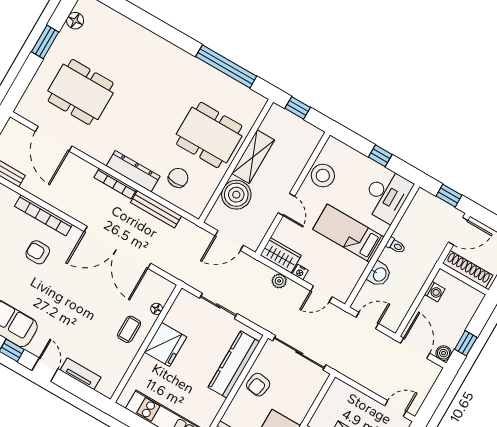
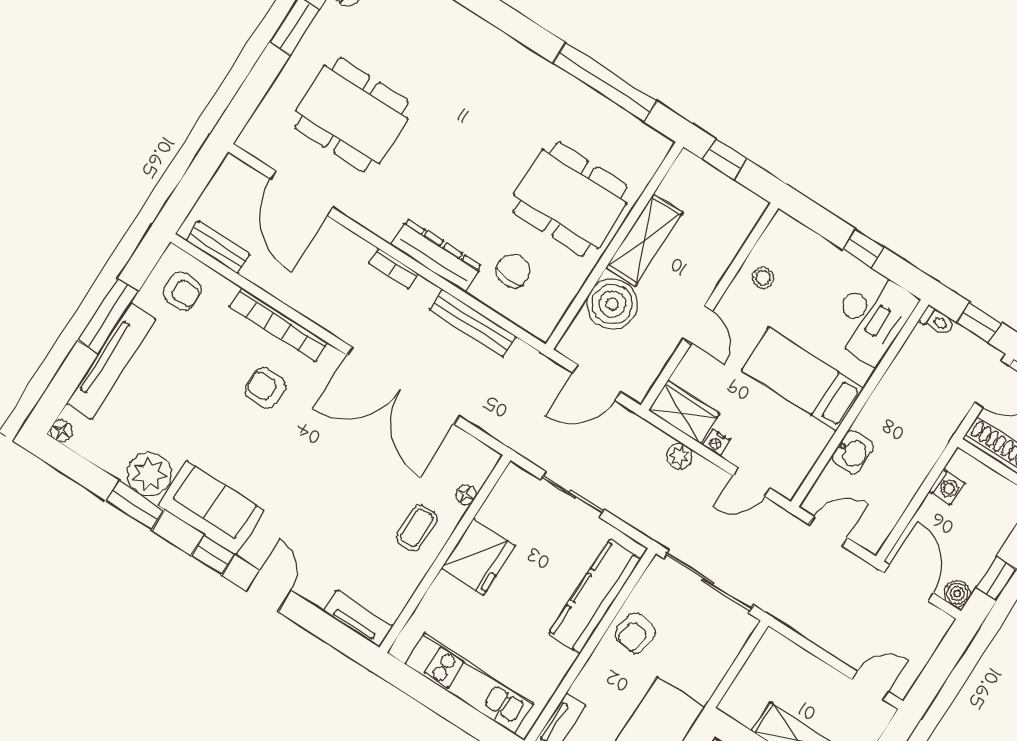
stool: (323, 176) -> (763, 278), width x0.53, depth x0.53
bookcase: (115, 184) -> (393, 268), width x0.64
toilet: (396, 246) -> (937, 321), moved
tv unit: (81, 374) -> (358, 619), moved

